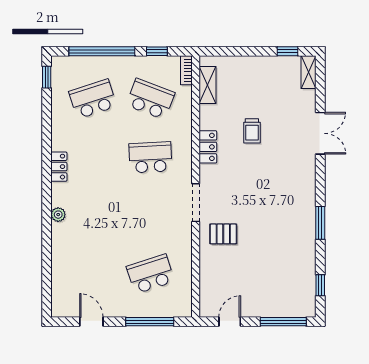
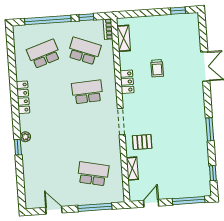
shelving: (309, 72) -> (132, 169), moved
window: (47, 77) -> (18, 147), moved
locker: (59, 167) -> (23, 97), width x1.53
school desk: (150, 274) -> (93, 174), turned 30

